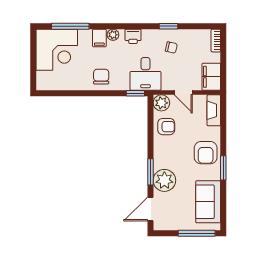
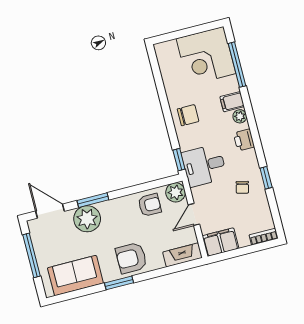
armchair: (166, 127) -> (150, 205), turned -90
window: (197, 233) -> (32, 255), moved

